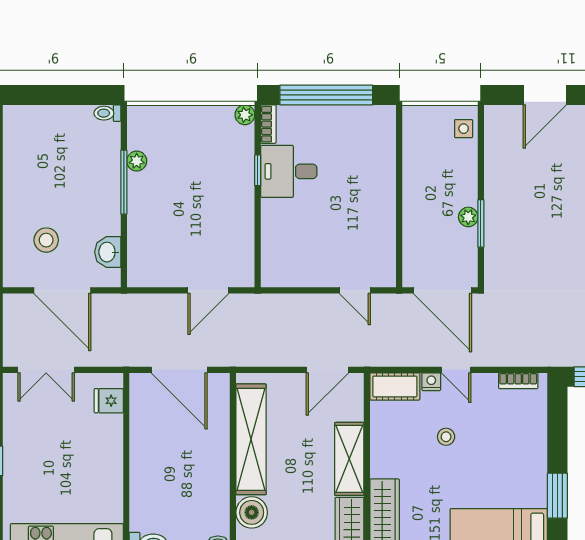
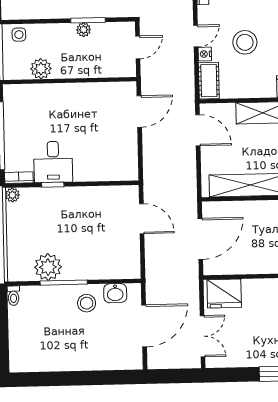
plant: (416, 158) -> (41, 69), added
plant: (137, 161) -> (48, 267), width x1.88, depth x1.88
stool: (46, 240) -> (87, 303), moved
door: (355, 290) -> (139, 112), width x1.38
door: (442, 290) -> (138, 47), width x0.53
fridge: (109, 401) -> (224, 294), width x1.88, depth x1.34
stool: (446, 437) -> (245, 42), width x1.89, depth x1.89

